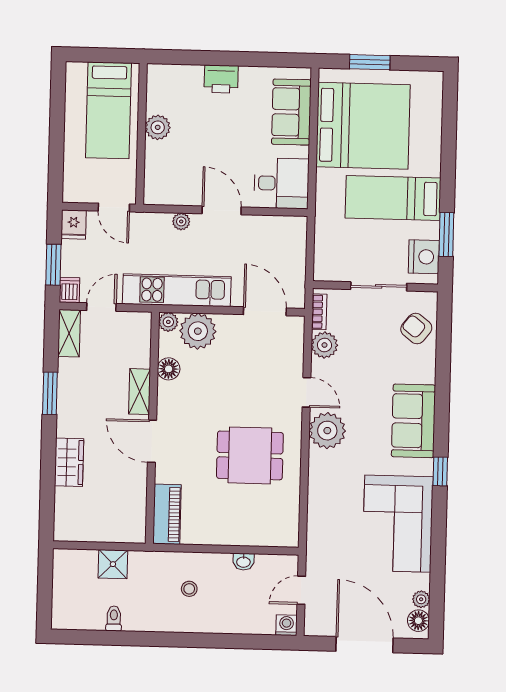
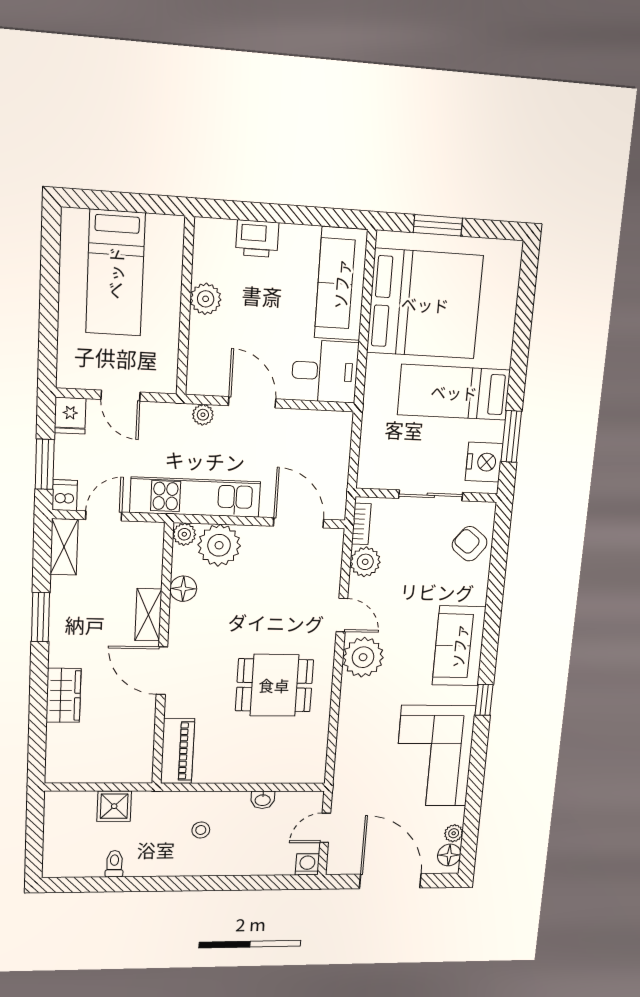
sofa: (291, 112) -> (341, 284), width x1.36
plant: (158, 127) -> (206, 299), moved
wall: (141, 134) -> (185, 306), moved

